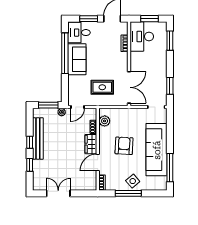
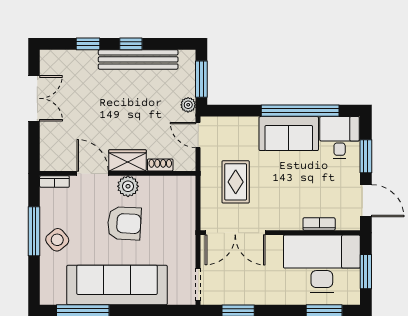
desk: (142, 36) -> (322, 264), width x1.36, depth x1.30
plant: (105, 121) -> (128, 186), moved

